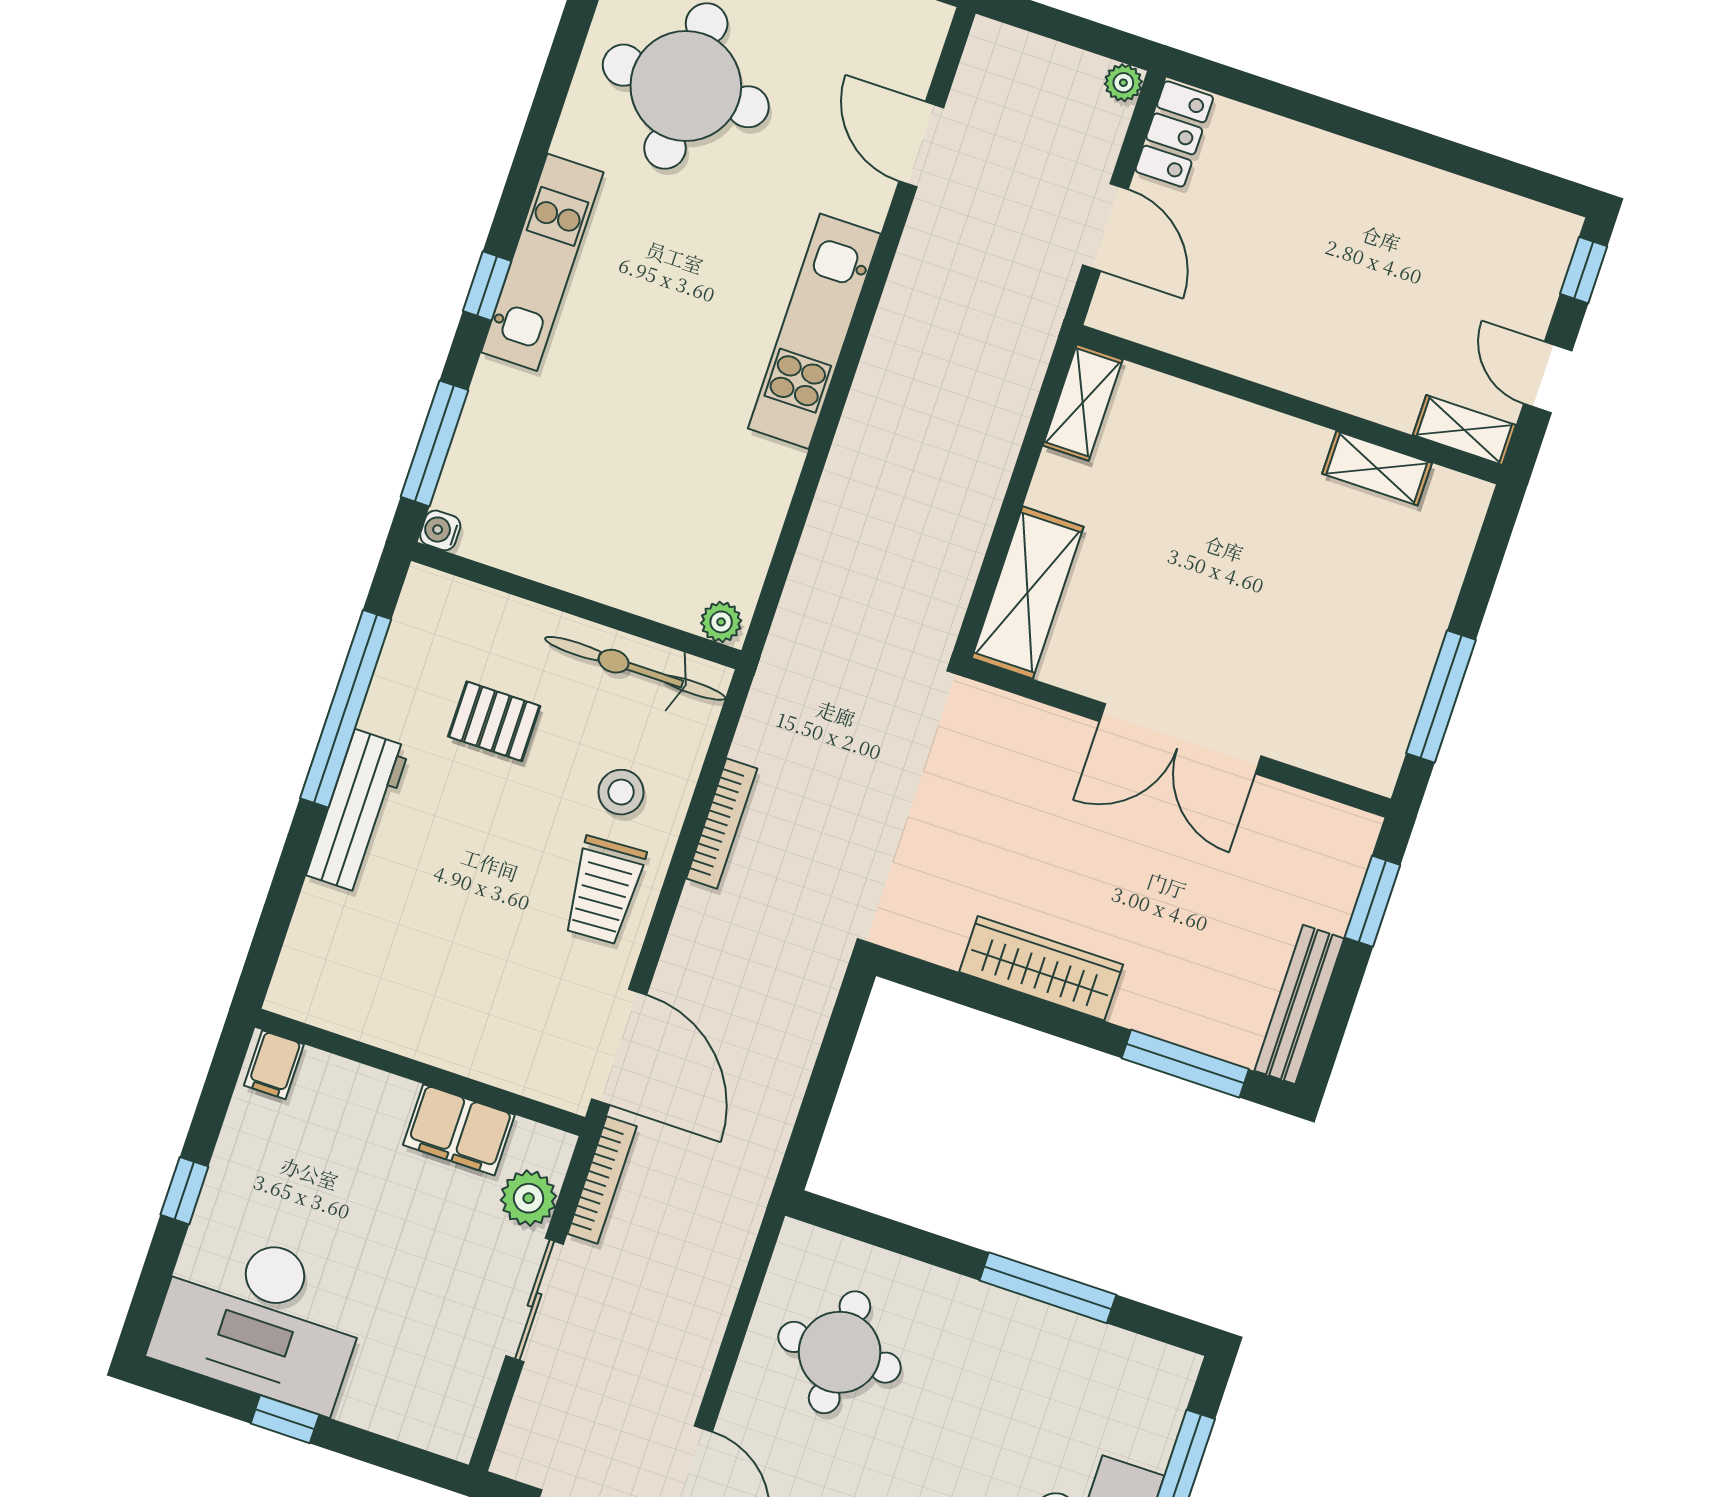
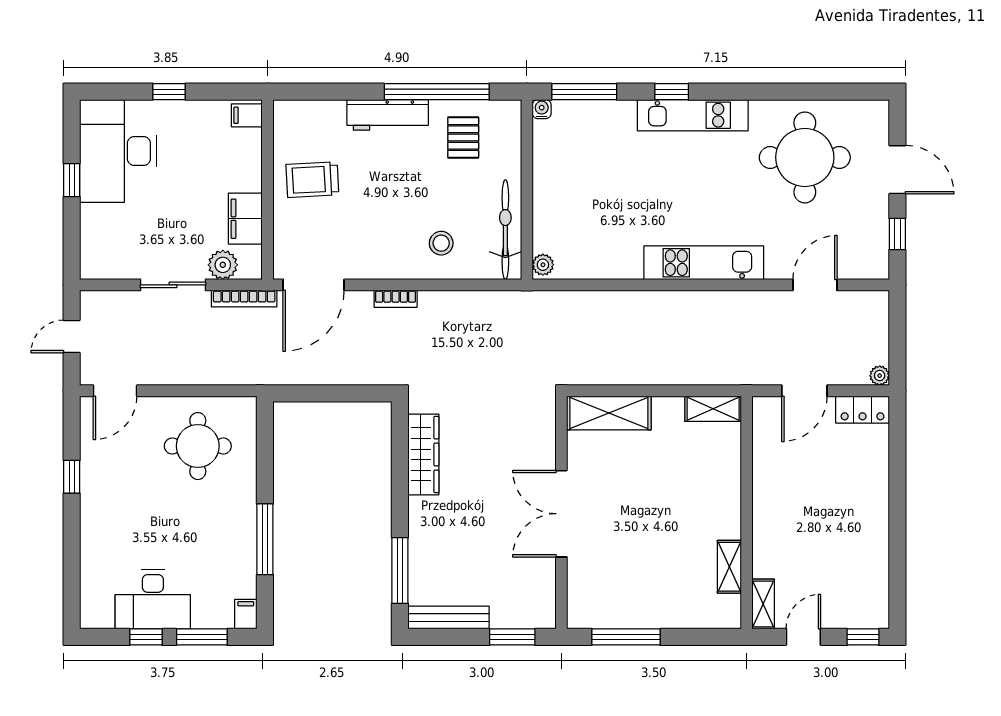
pallet: (494, 721) -> (463, 137), moved
bookcase: (722, 824) -> (396, 299), moved, width x0.64
trolley: (604, 890) -> (312, 180), moved
wardrobe: (1041, 968) -> (423, 454), moved
filing cabinet: (1171, 1367) -> (246, 614), added

